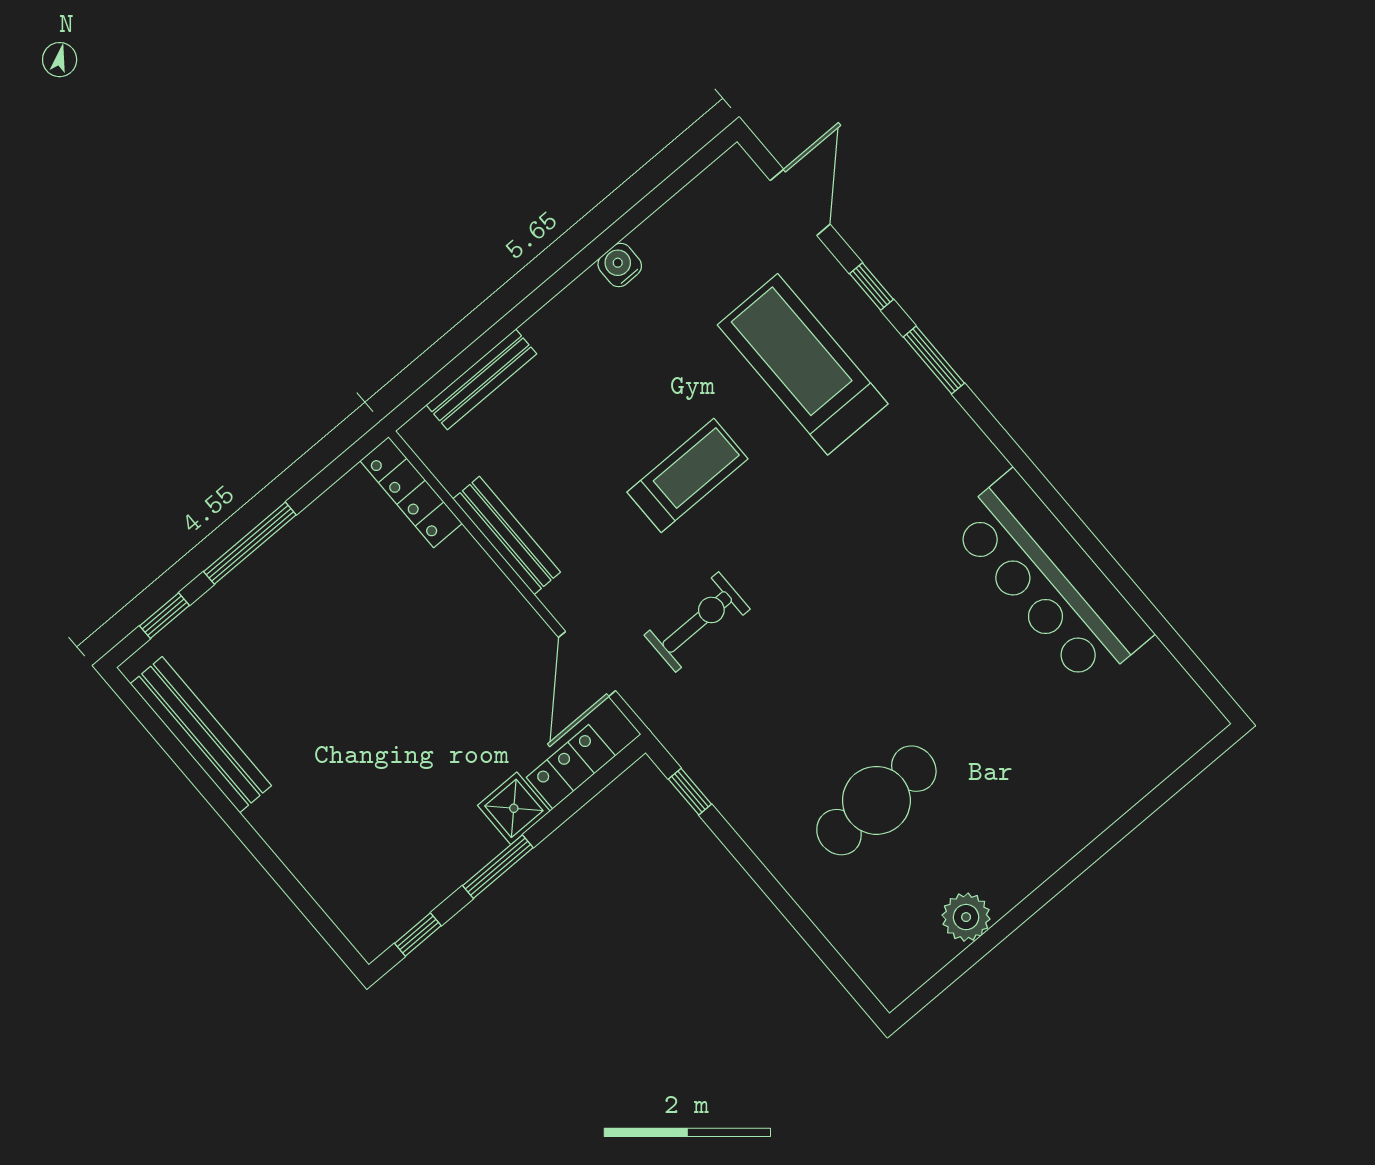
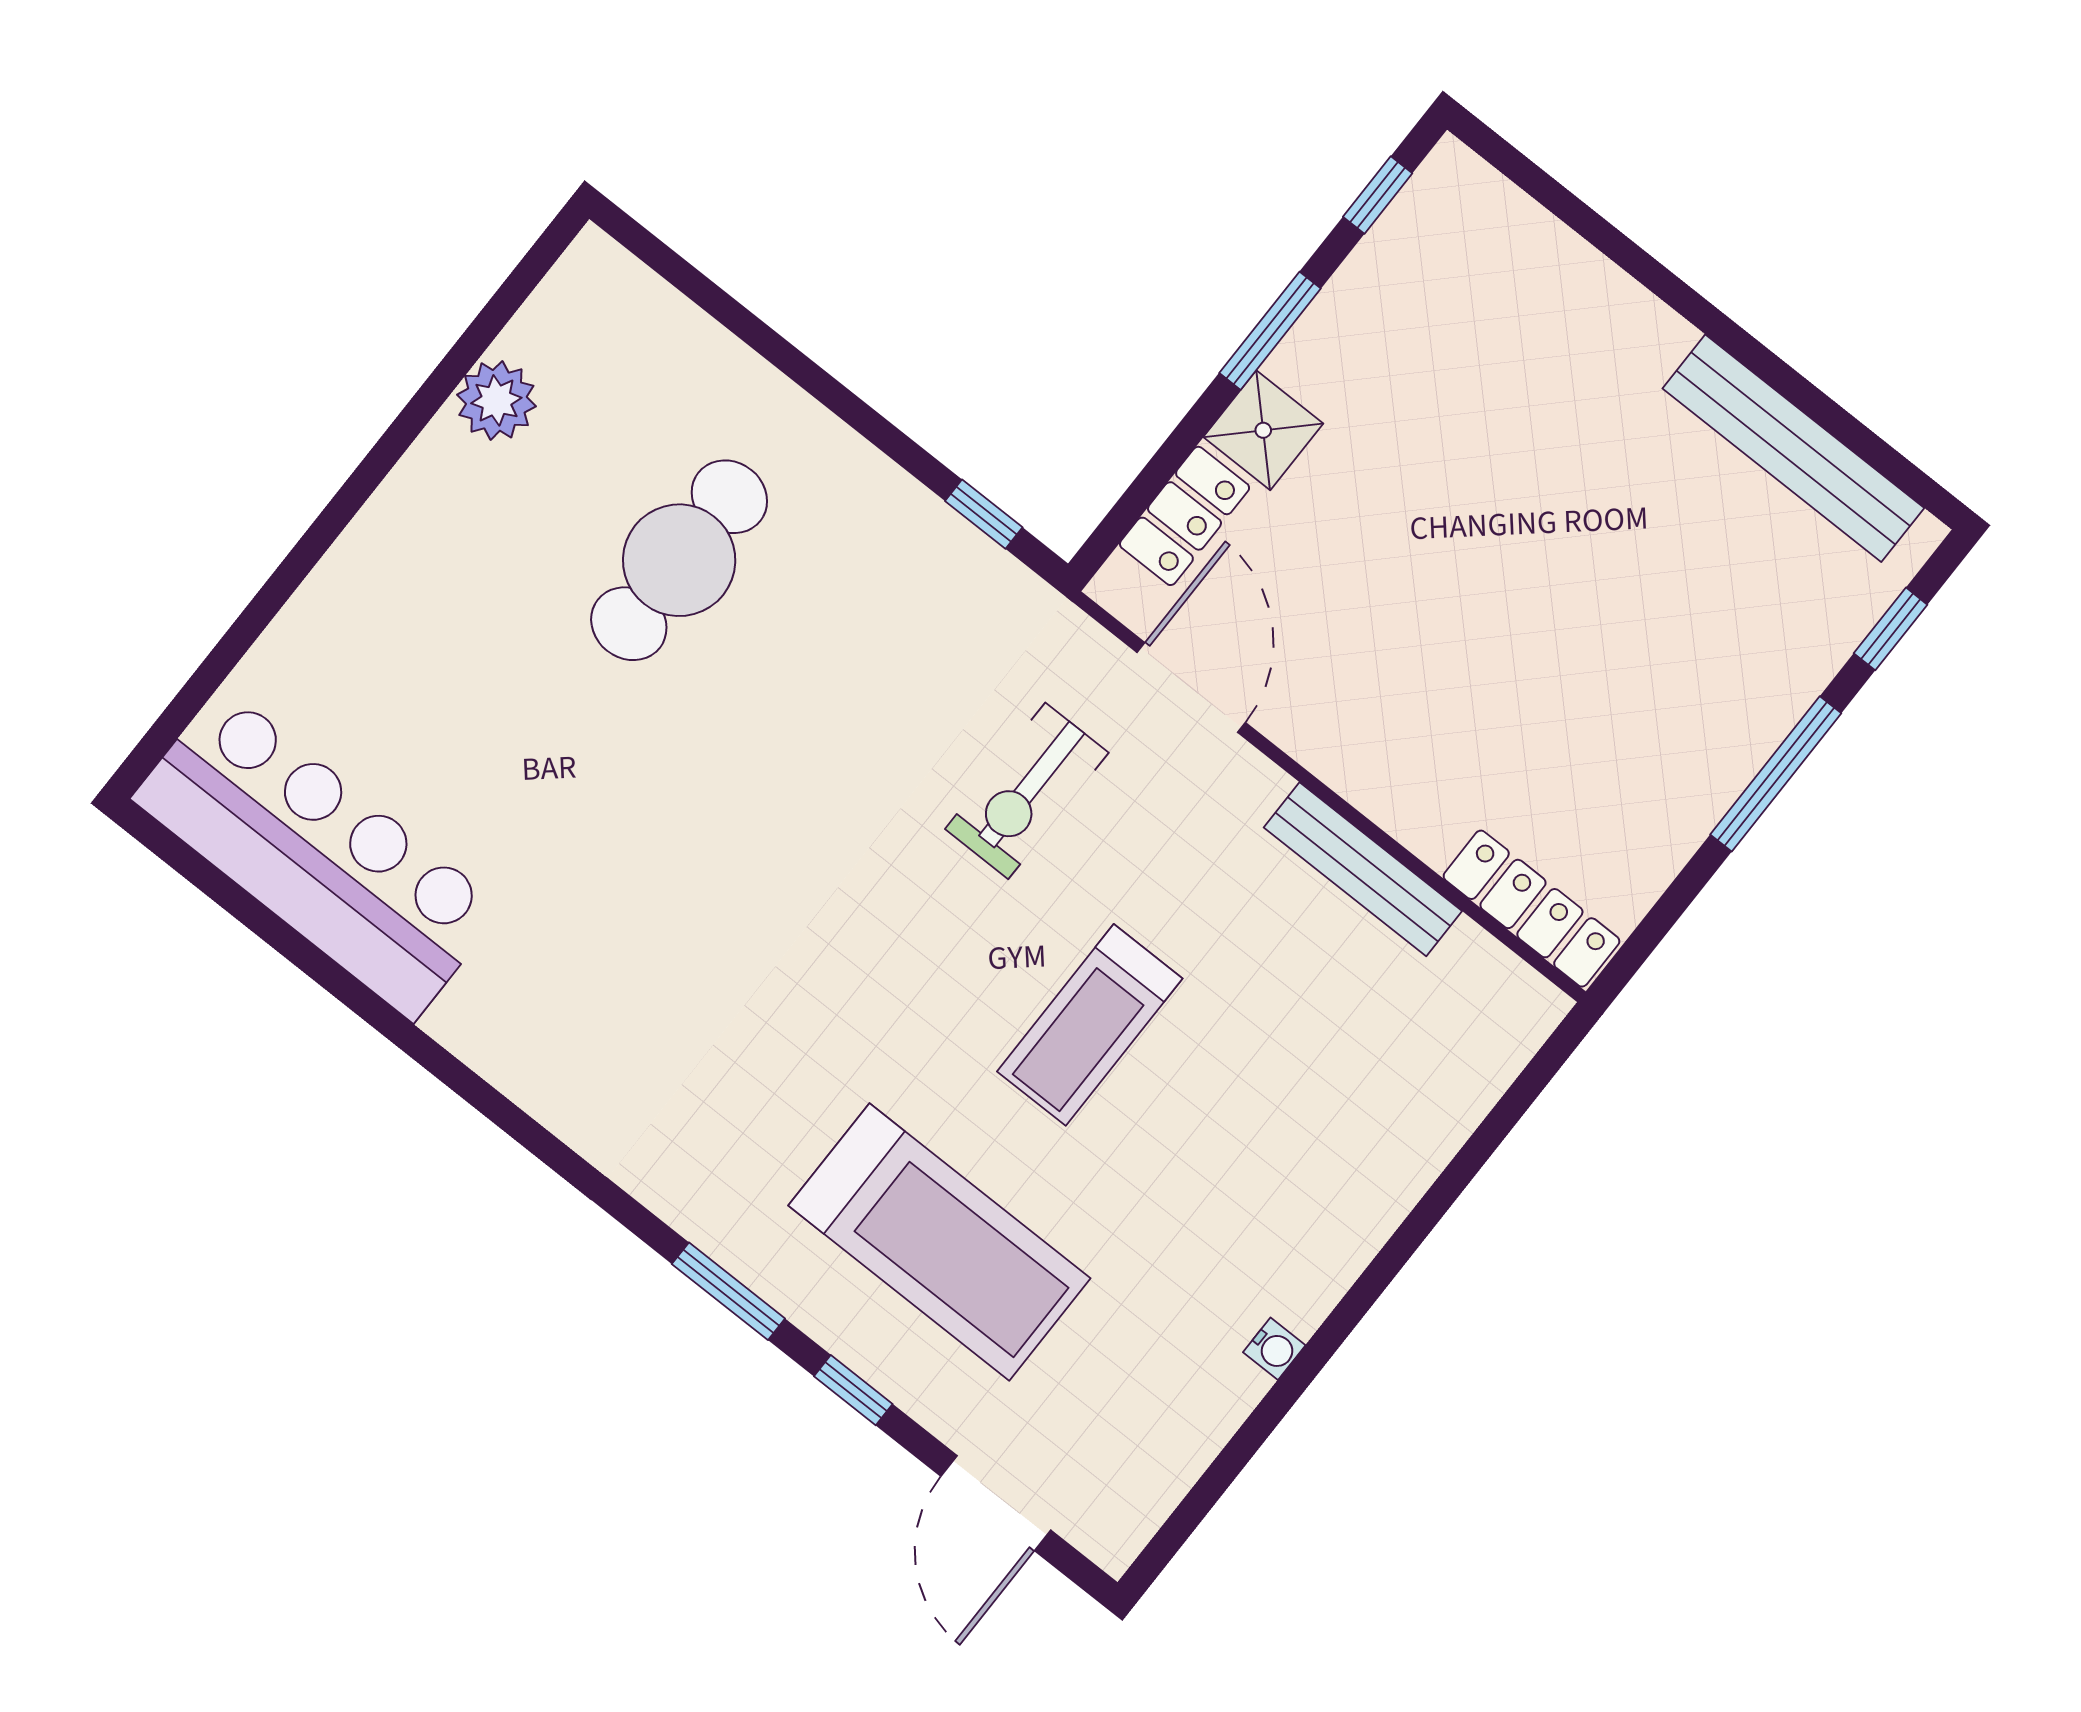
water cooler: (620, 265) -> (1274, 1349), width x0.72, depth x0.72
bench: (481, 379) -> (1454, 1114), removed
bar counter: (1050, 579) -> (317, 854), moved

